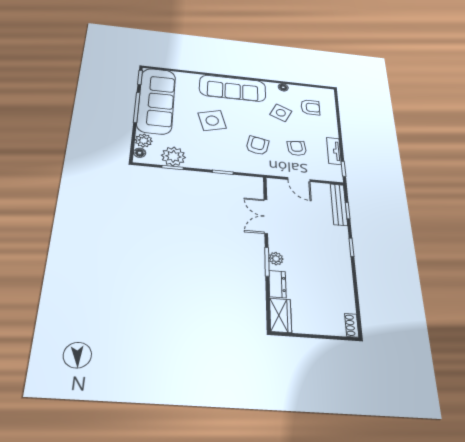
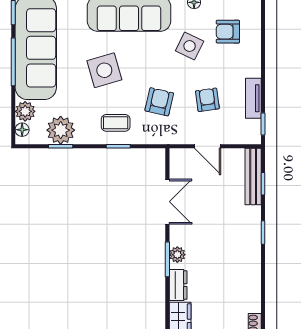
armchair: (310, 107) -> (228, 32), turned 180
coffee table: (221, 156) -> (116, 123), added
double door: (266, 216) -> (167, 202), swing flipped

